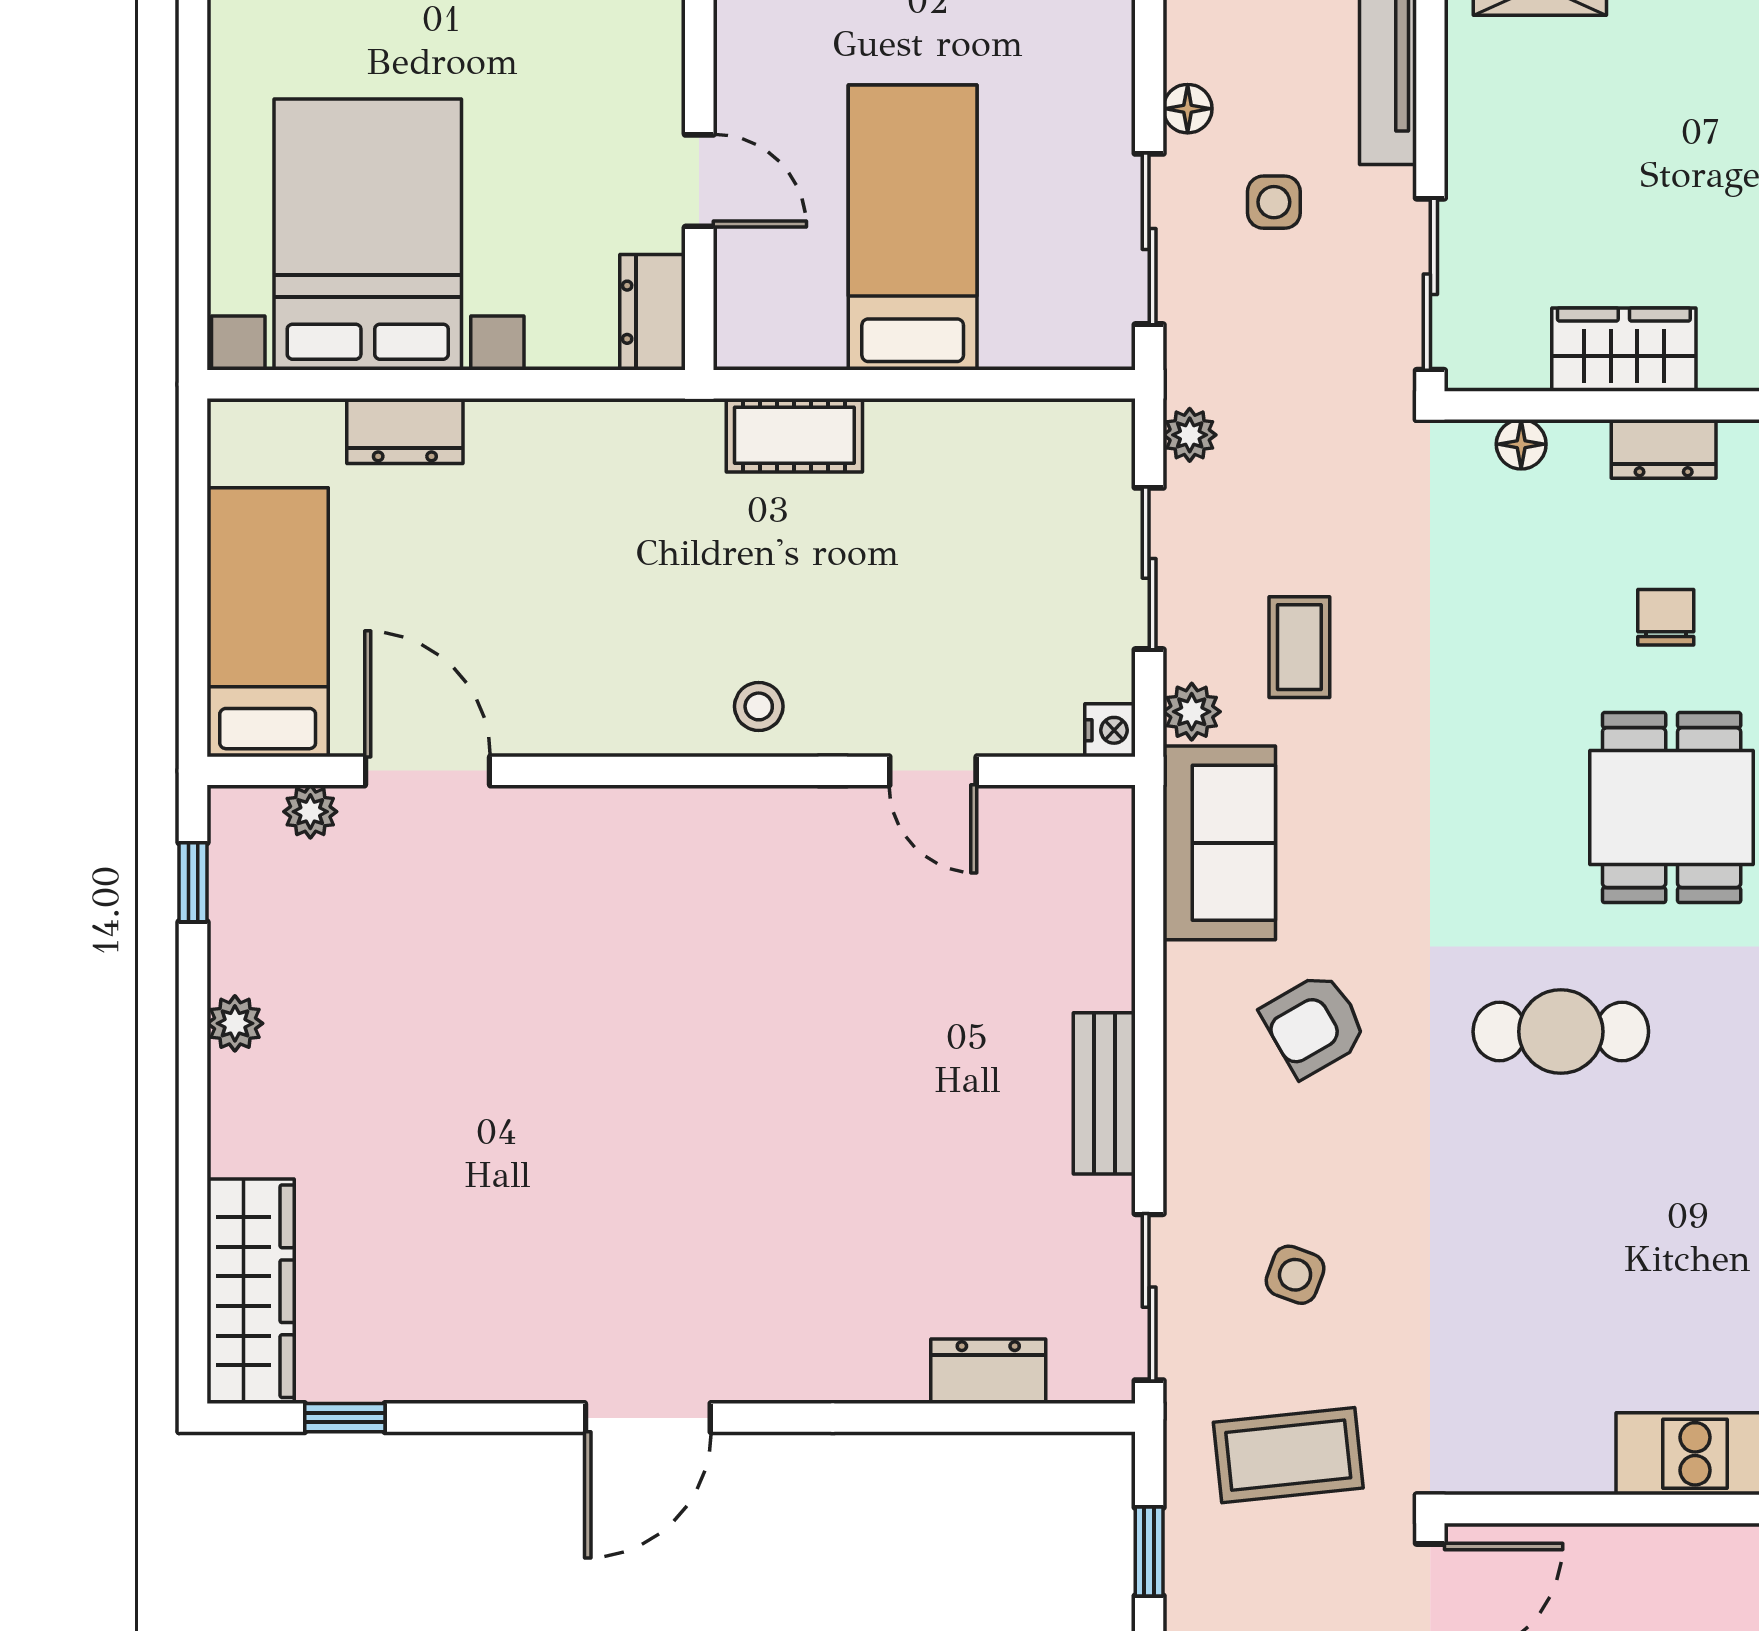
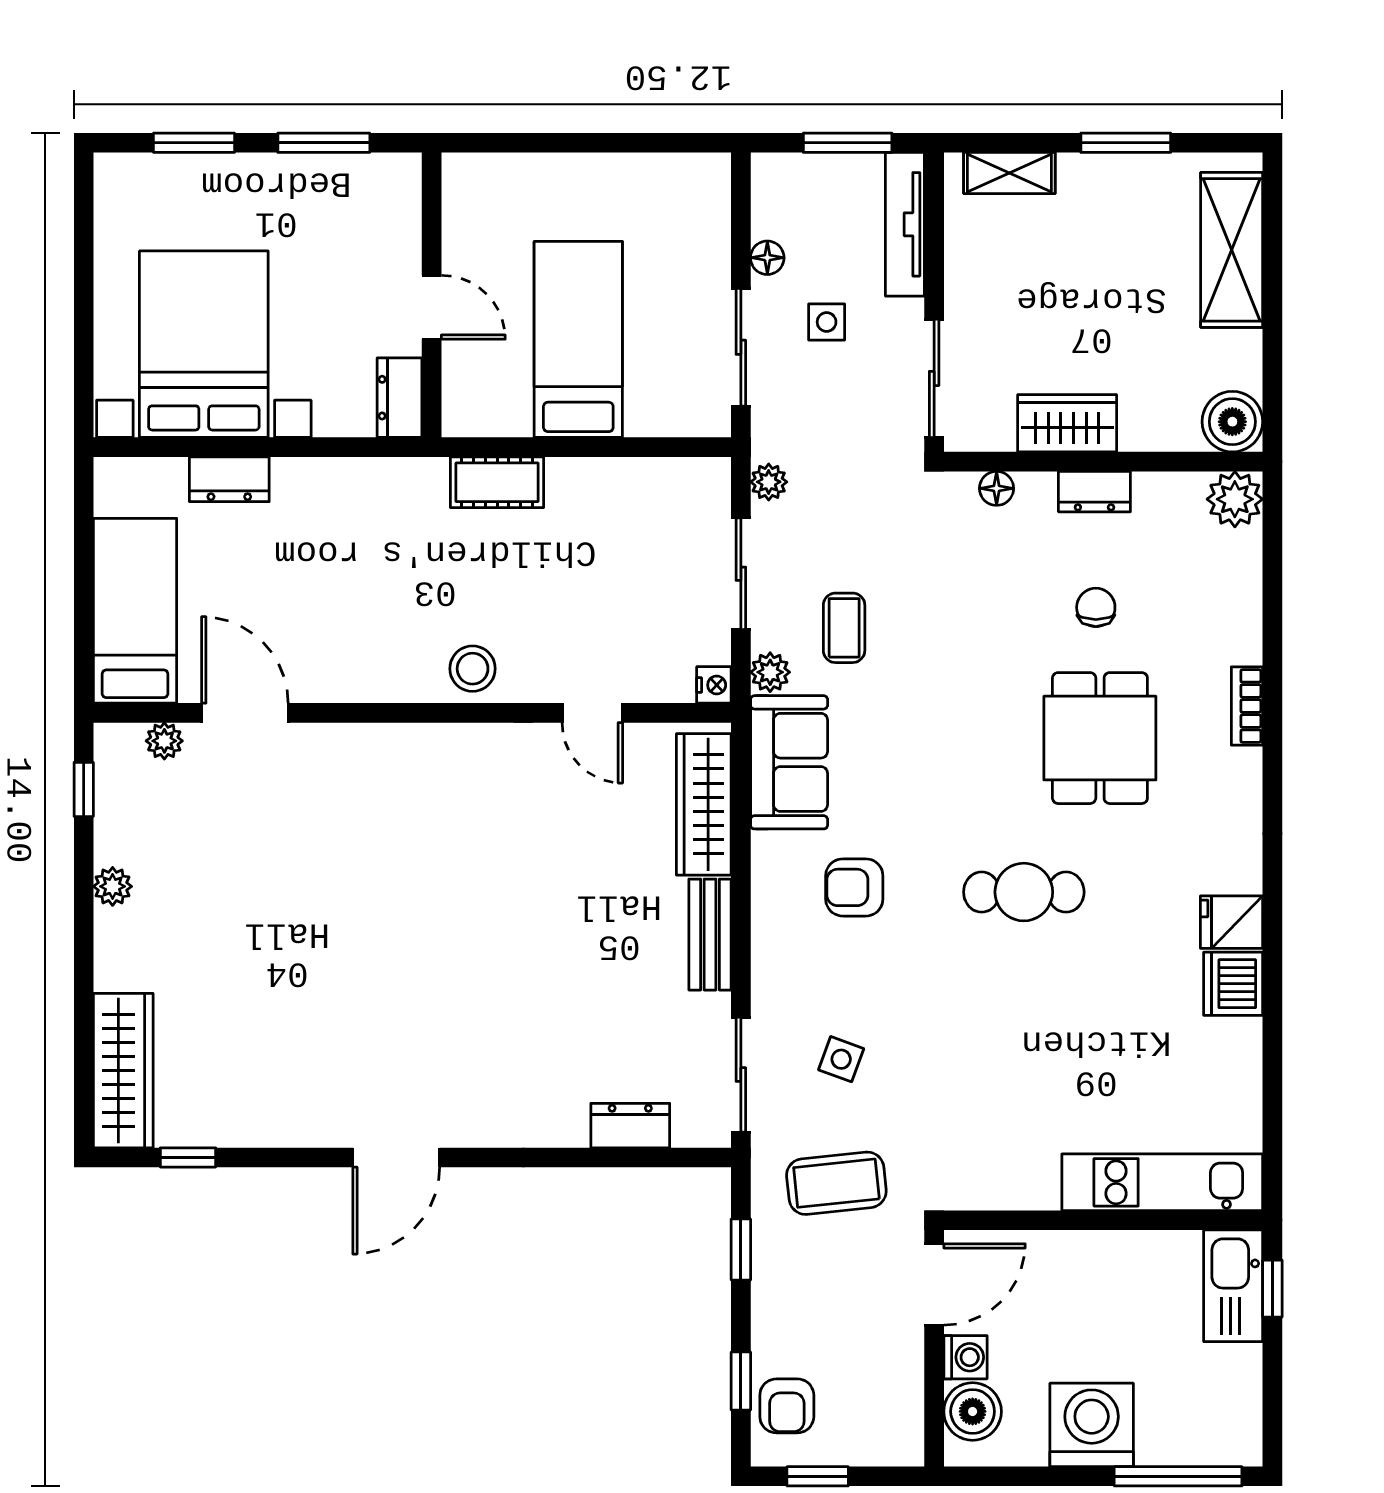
stool: (759, 706) -> (473, 669), width x1.37, depth x1.37
wardrobe: (1095, 904) -> (704, 804), added
armchair: (1314, 1025) -> (854, 887), turned 30

